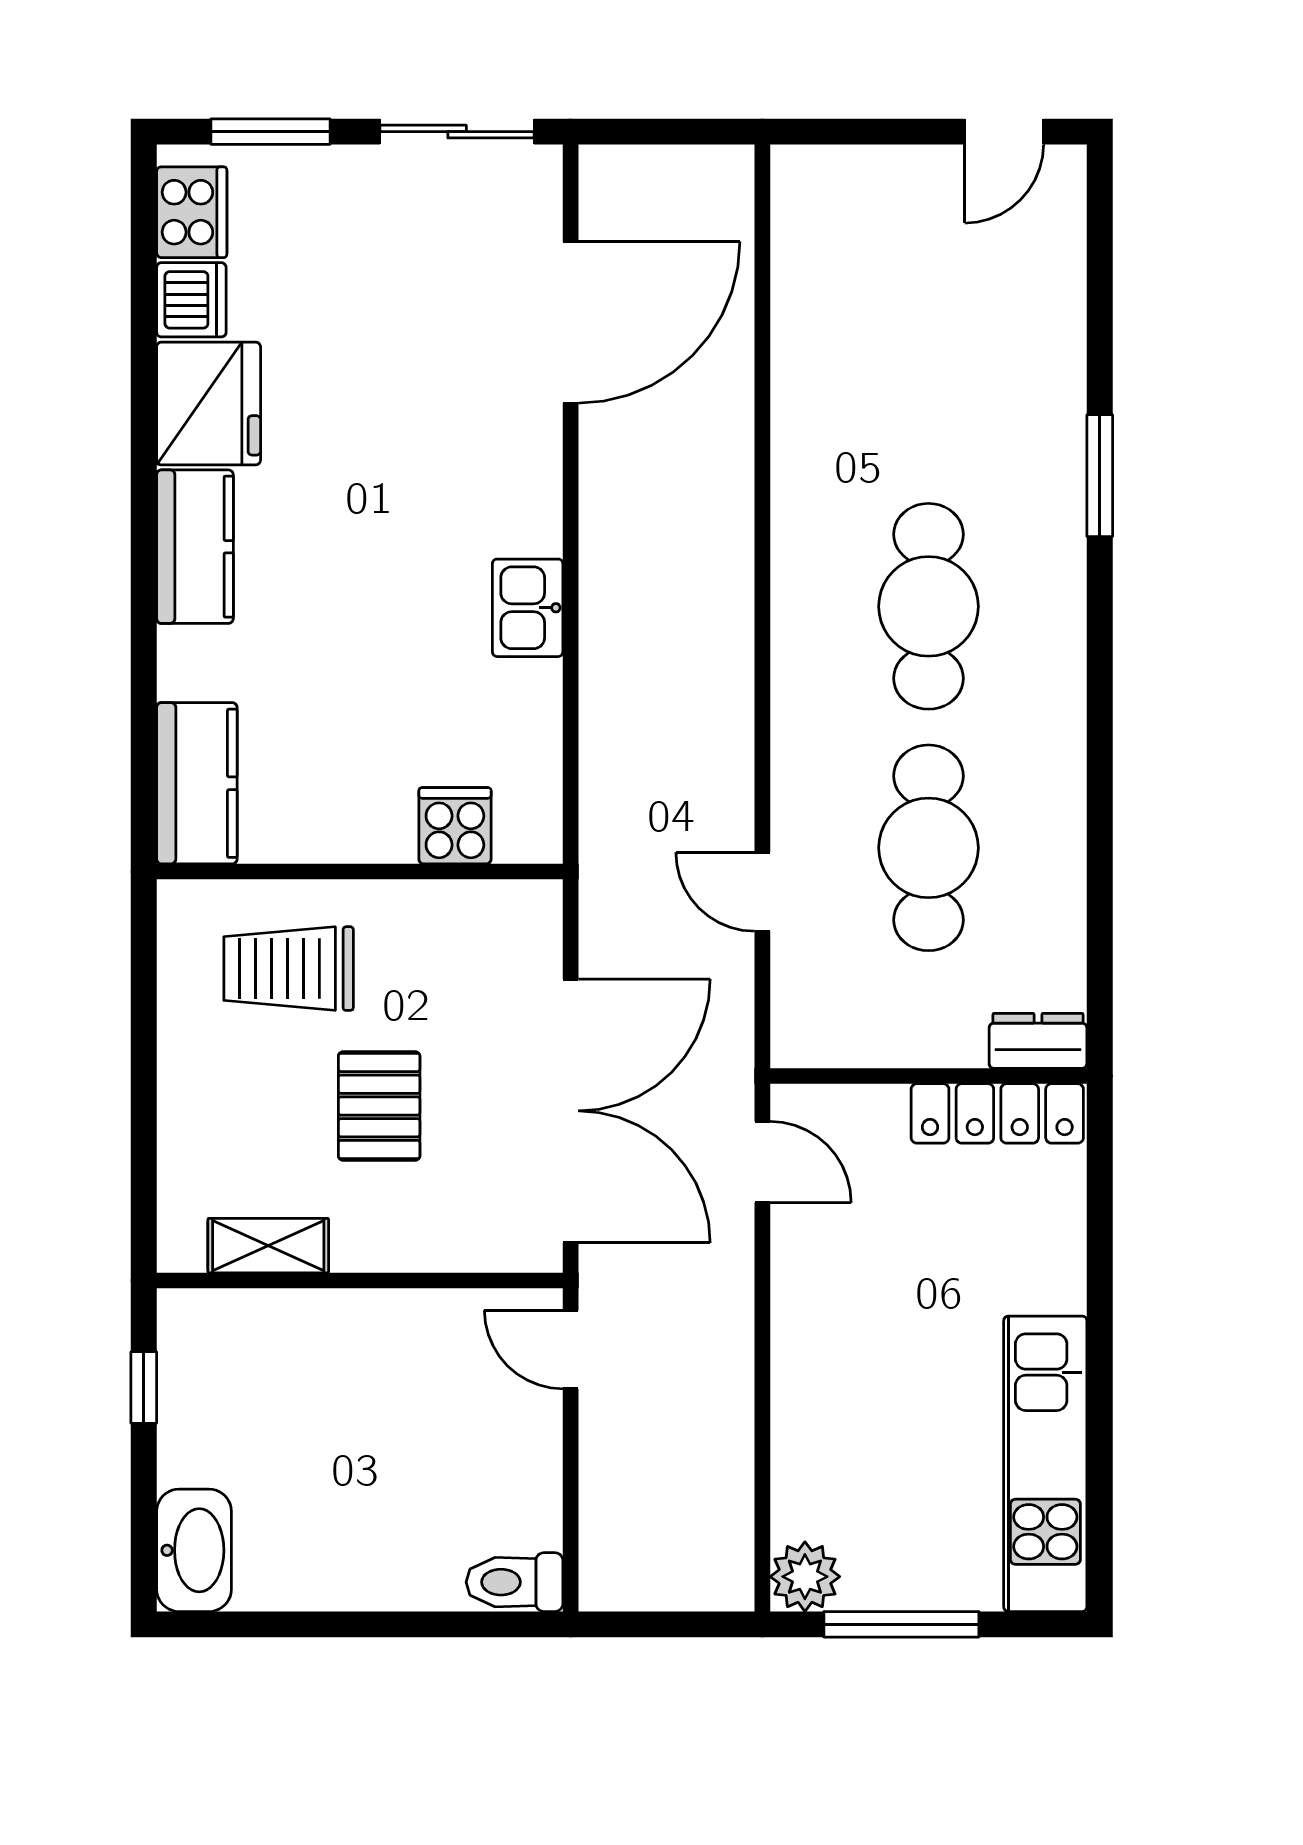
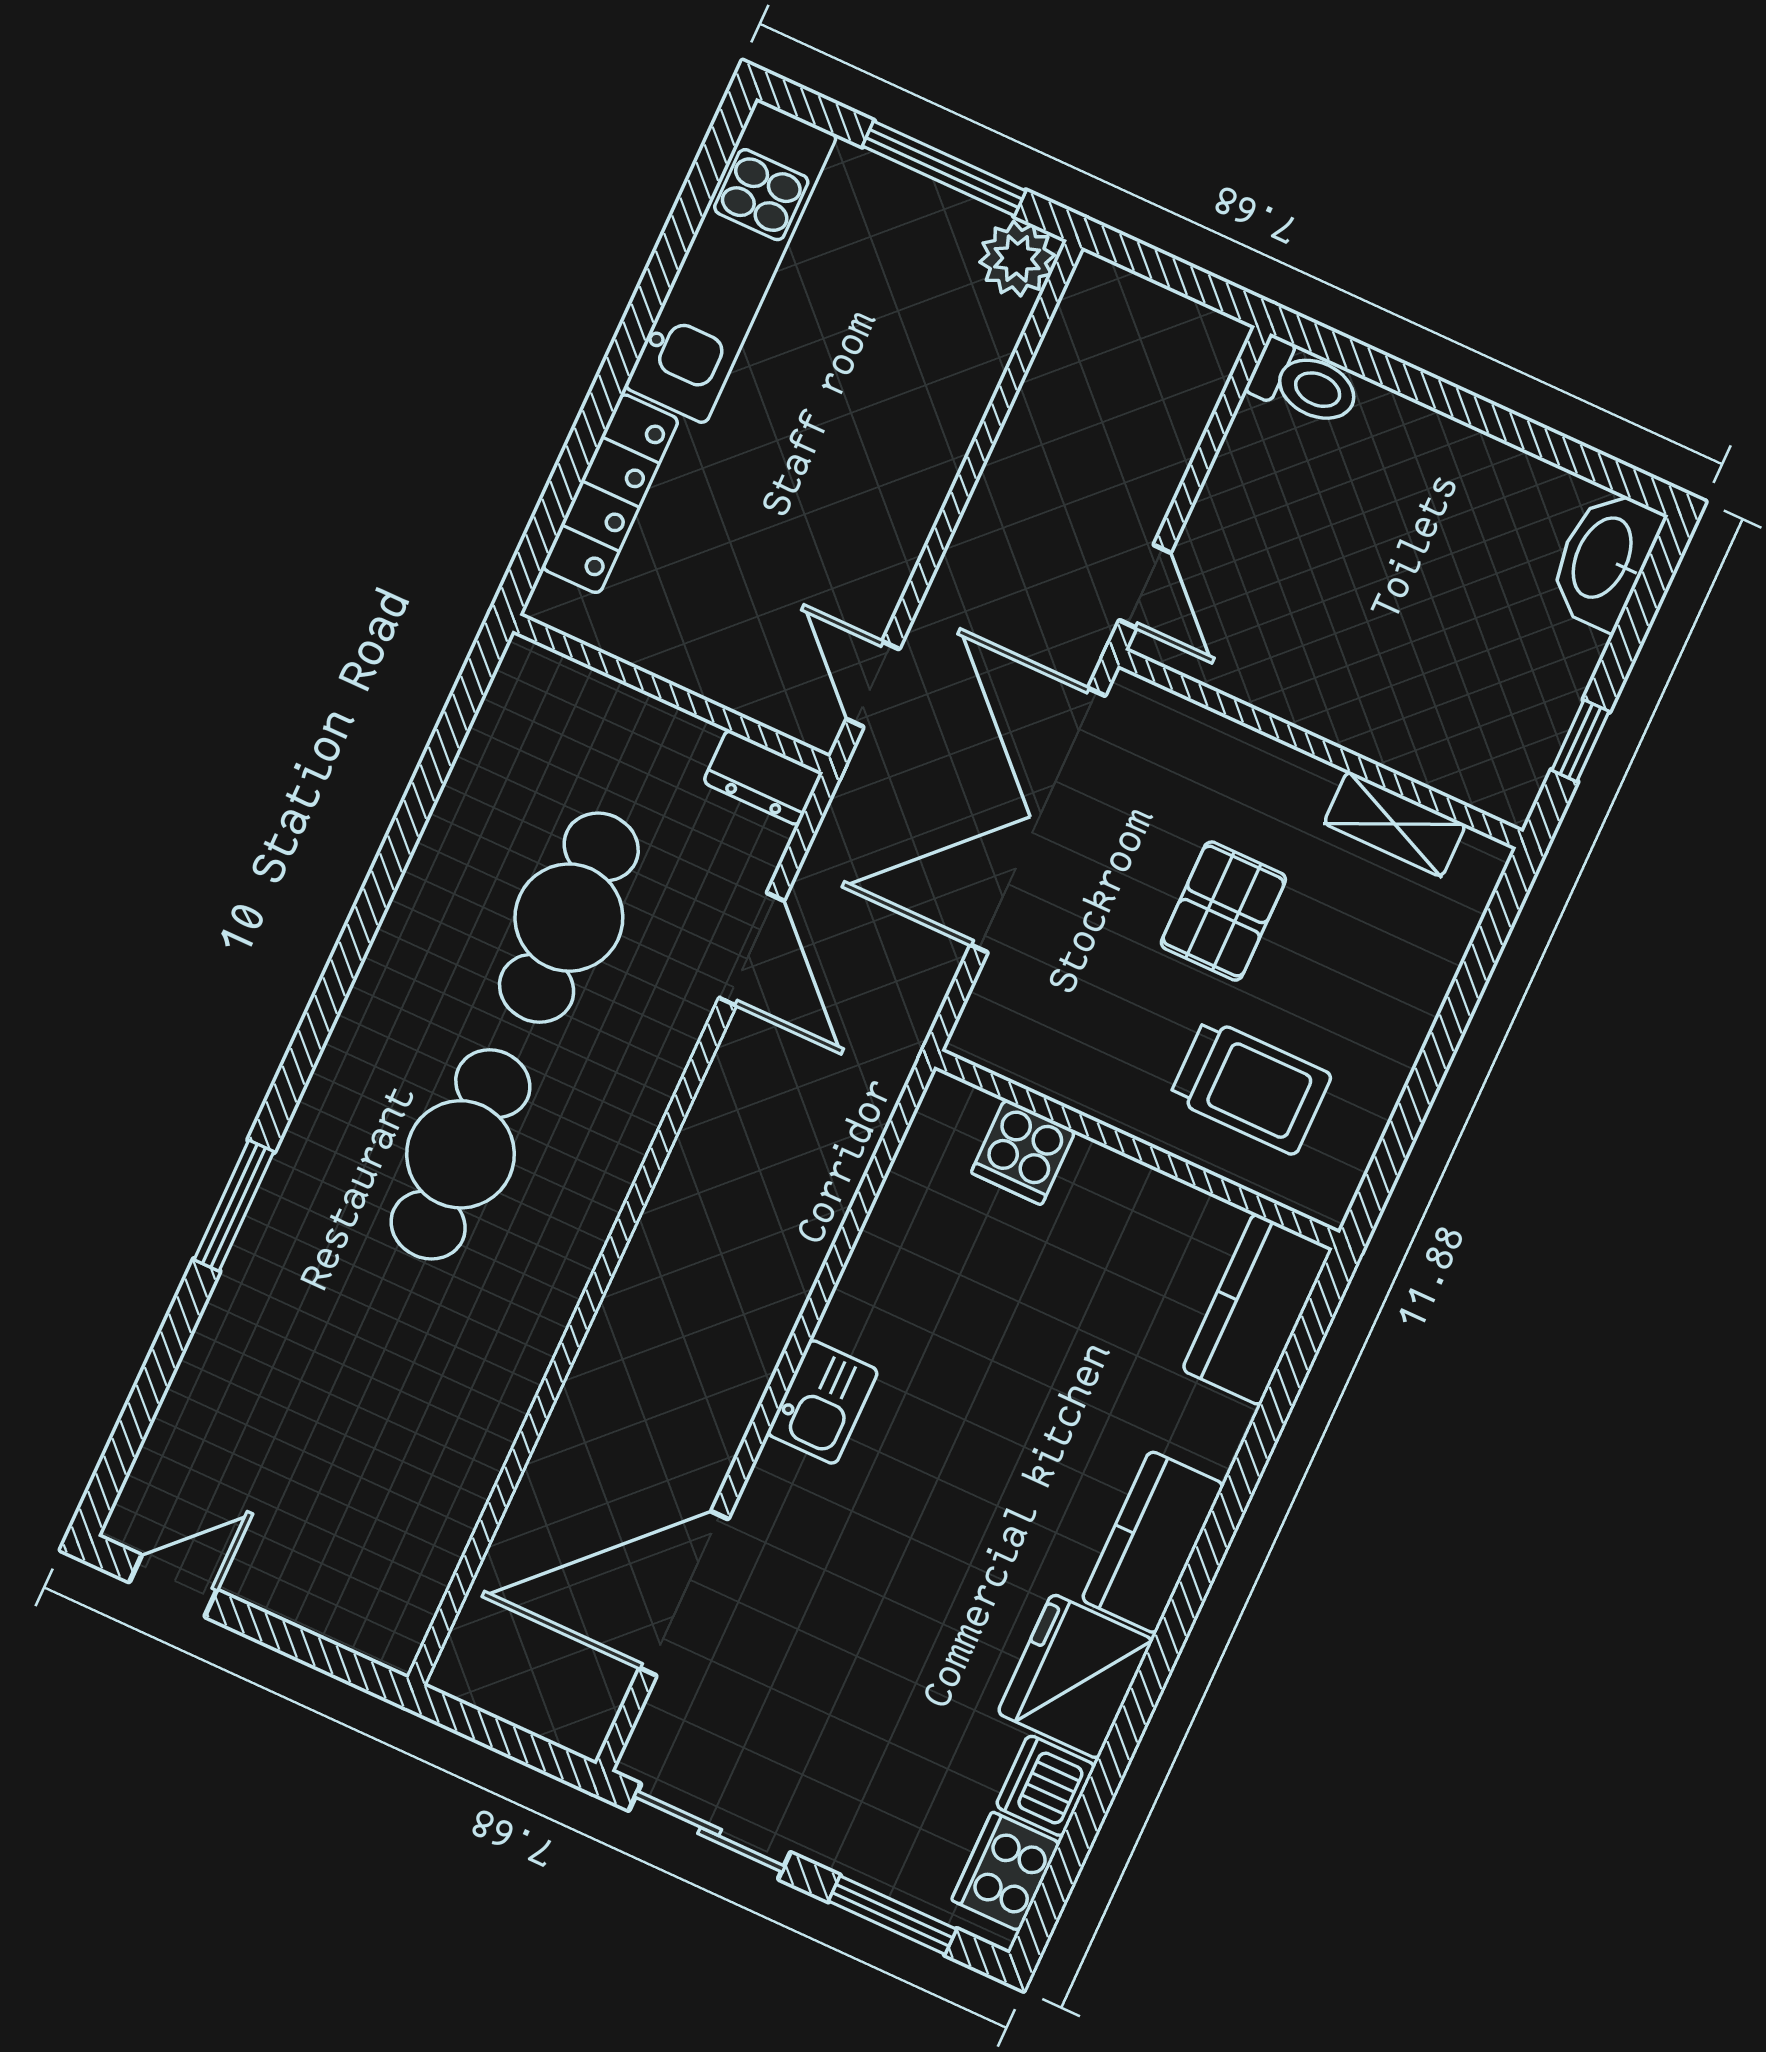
kitchen sink: (528, 608) -> (823, 1402), moved
door: (762, 892) -> (752, 949), width x1.38
dresser: (1038, 1041) -> (763, 778), moved
locker: (997, 1113) -> (610, 494), moved, turned 90

